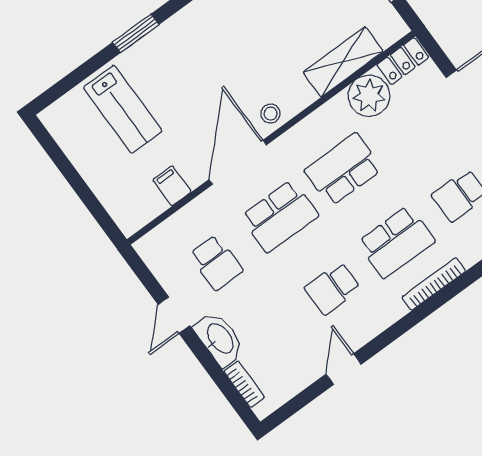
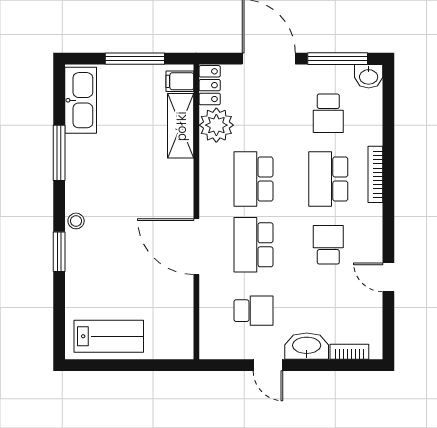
lab bench: (123, 109) -> (109, 336), moved
stool: (270, 114) -> (76, 221), moved
filing cabinet: (172, 186) -> (180, 81), moved
school desk: (280, 216) -> (253, 245), turned 180
school desk: (396, 242) -> (328, 179), turned 180
school desk: (333, 288) -> (328, 245), turned 180

